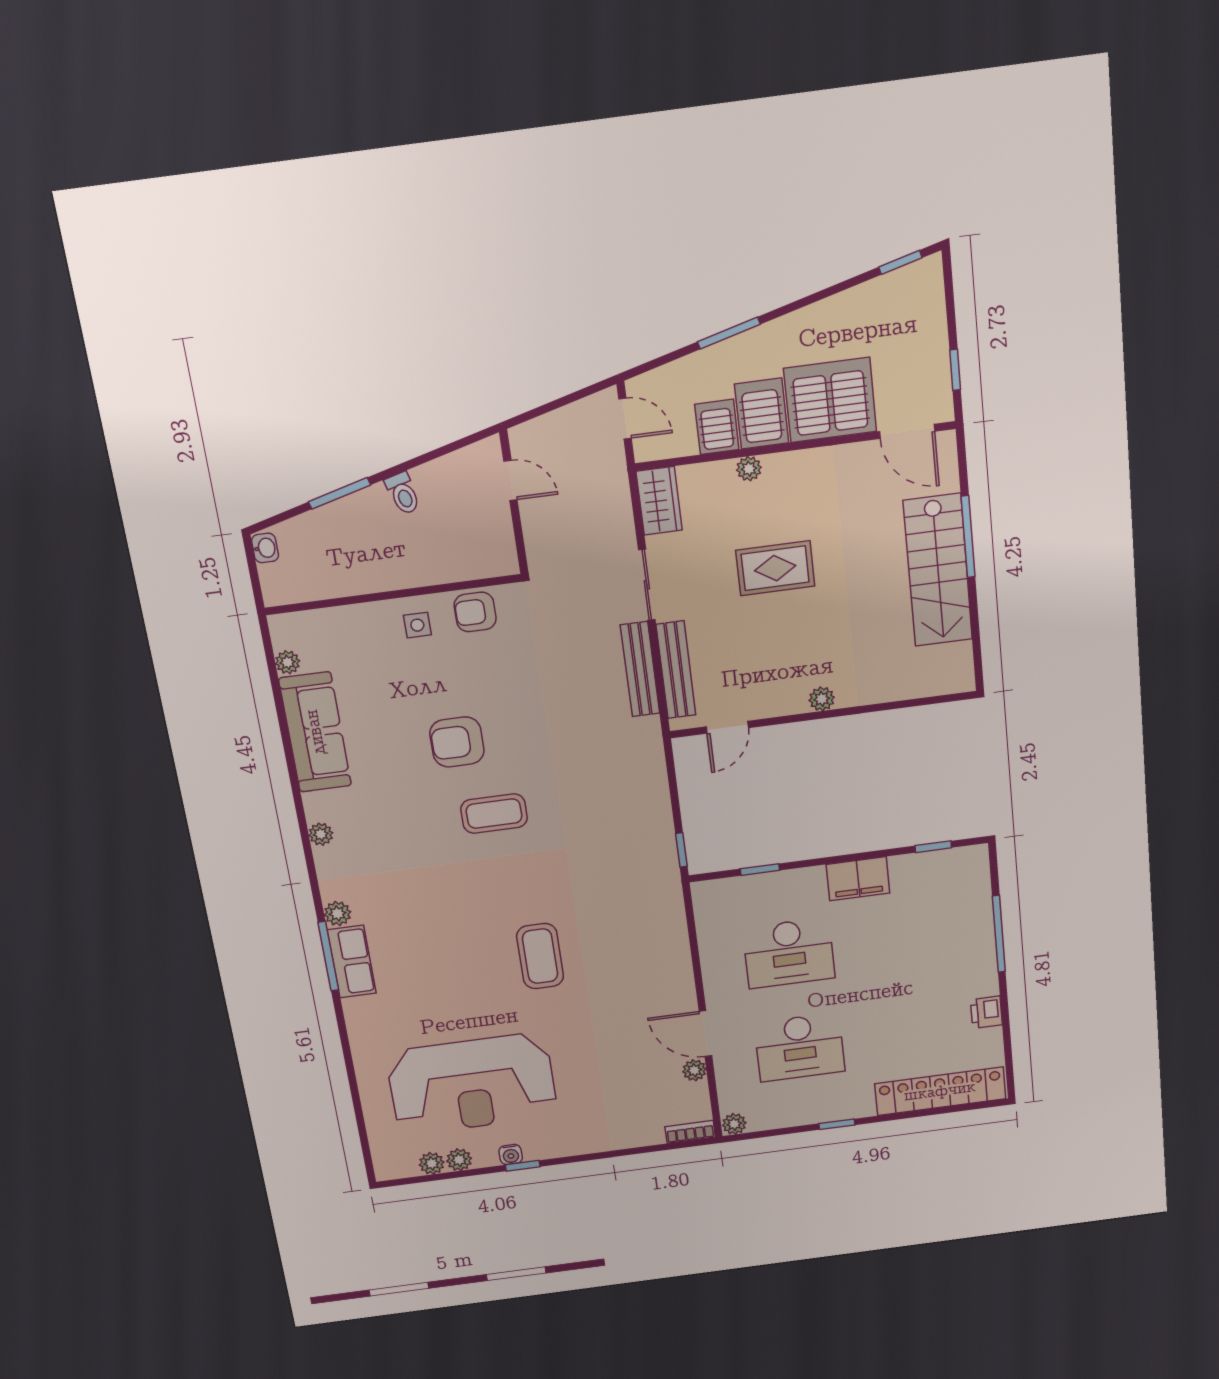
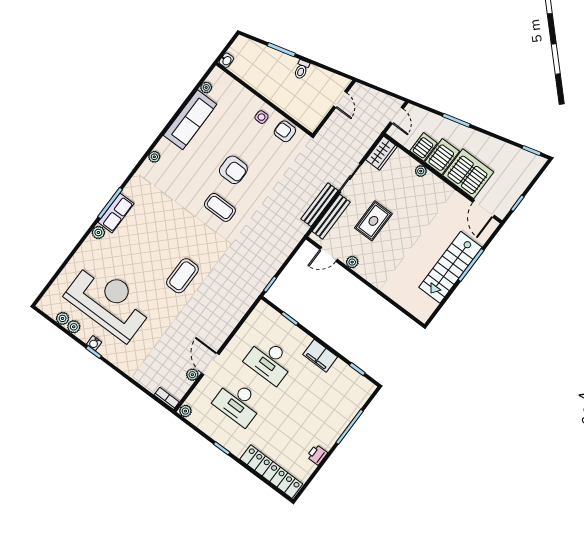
washbasin: (265, 548) -> (226, 60), moved
rug: (775, 568) -> (373, 221), moved, turned 90
plant: (822, 699) -> (352, 262), moved
armchair: (457, 742) -> (233, 170), turned 180
plant: (338, 913) -> (98, 233), moved
reception desk: (472, 1084) -> (109, 301), turned 180

